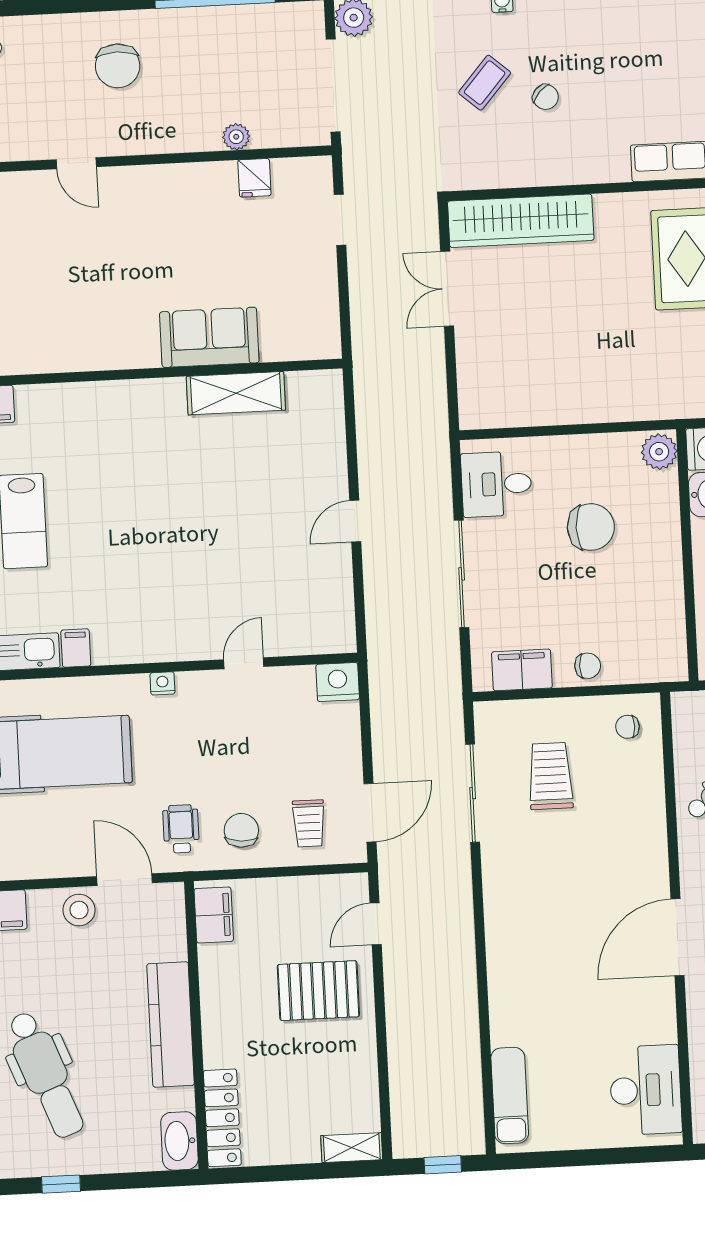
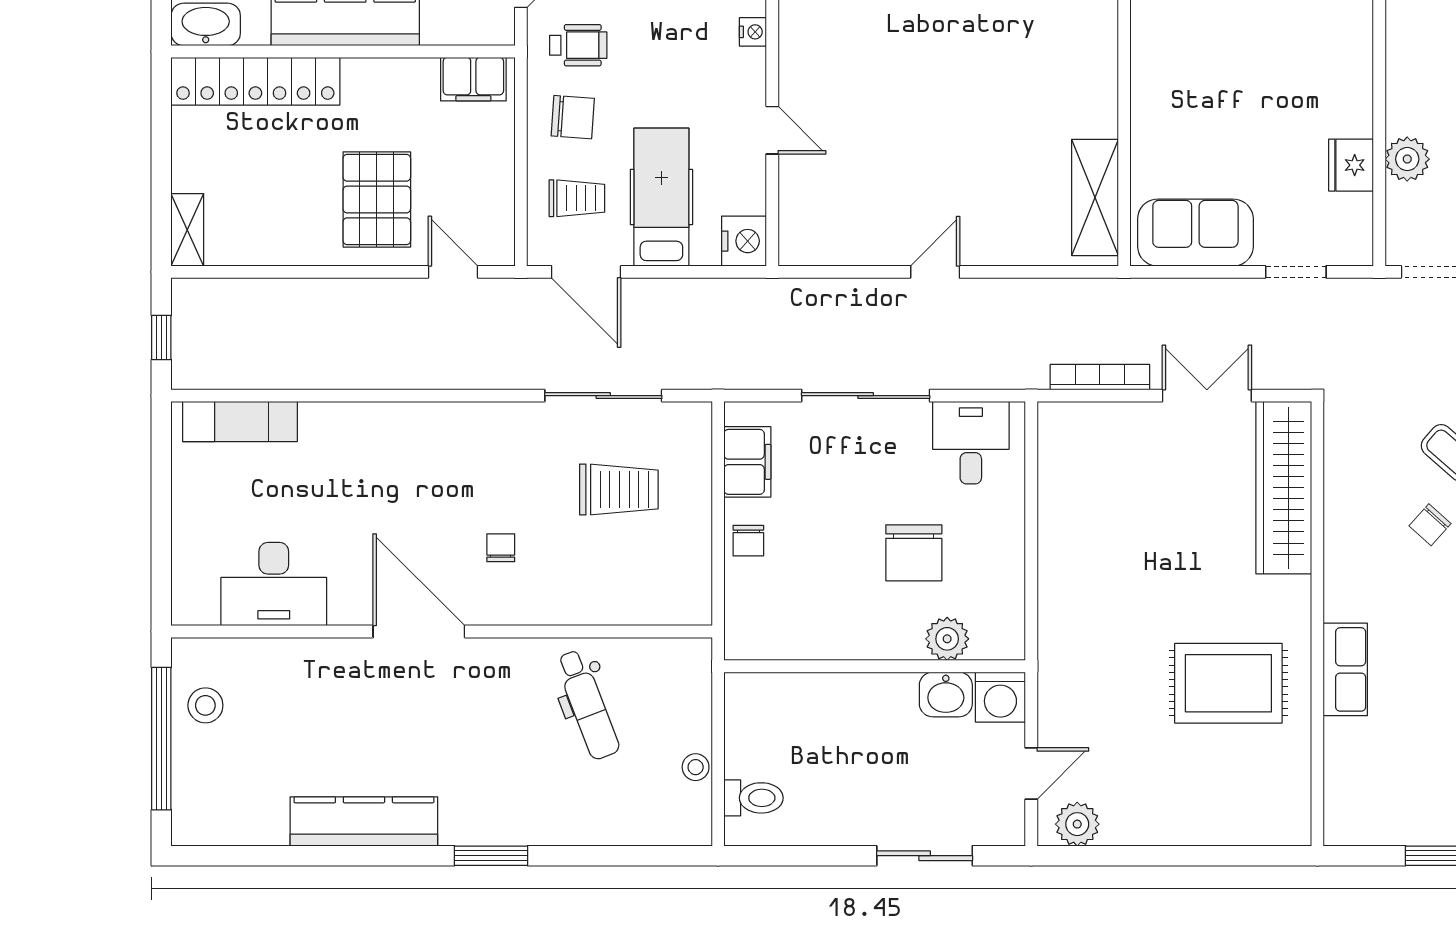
plant: (236, 137) -> (1407, 159), width x1.38, depth x1.38
fridge: (254, 178) -> (1351, 165), width x1.38
sofa: (209, 337) -> (1195, 233), moved, turned -90
bookcase: (436, 379) -> (1100, 377), added
shelving: (236, 393) -> (1095, 198), moved
plant: (659, 452) -> (947, 639), moved
door: (355, 521) -> (935, 272), hinge flipped
chair: (627, 727) -> (501, 548), moved
hospital bed: (304, 753) -> (661, 197), added
trolley: (309, 823) -> (577, 198), turned 180
desk: (646, 1090) -> (274, 584), moved
locker: (222, 1118) -> (255, 81), width x1.41, depth x1.21

